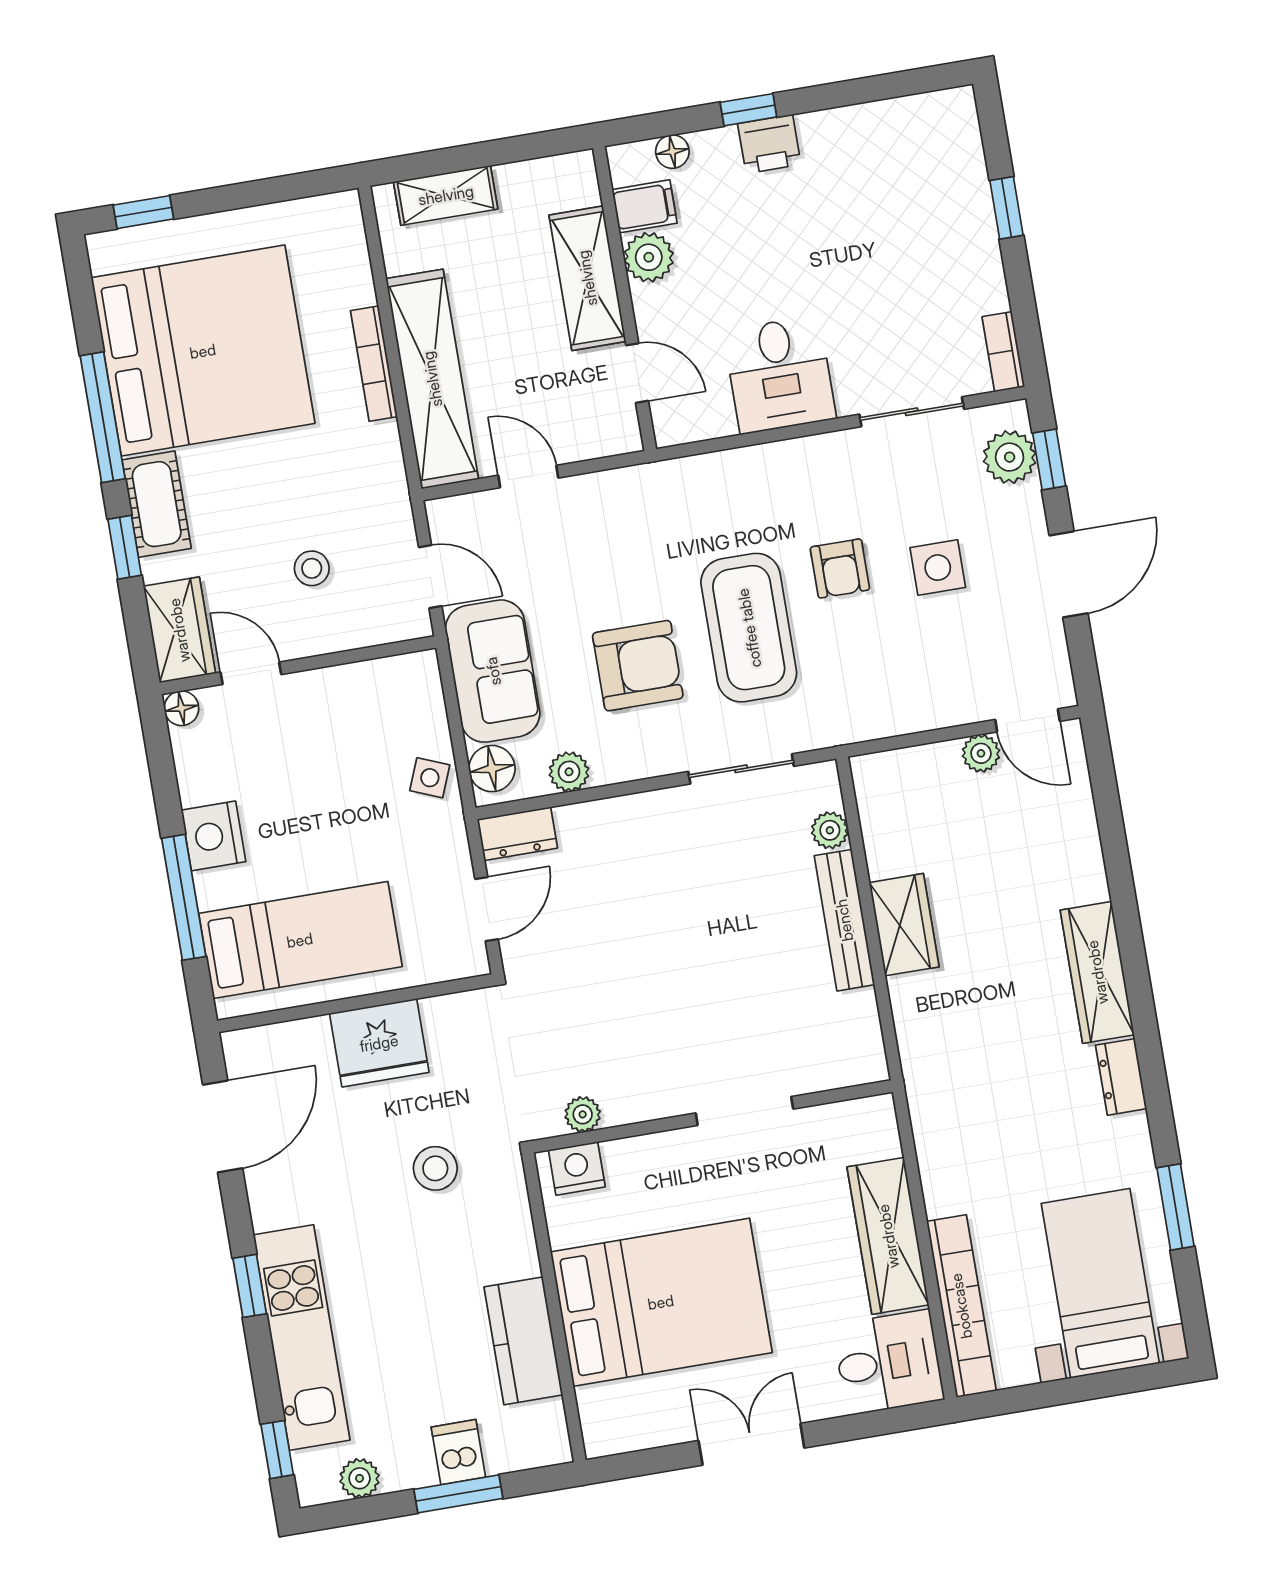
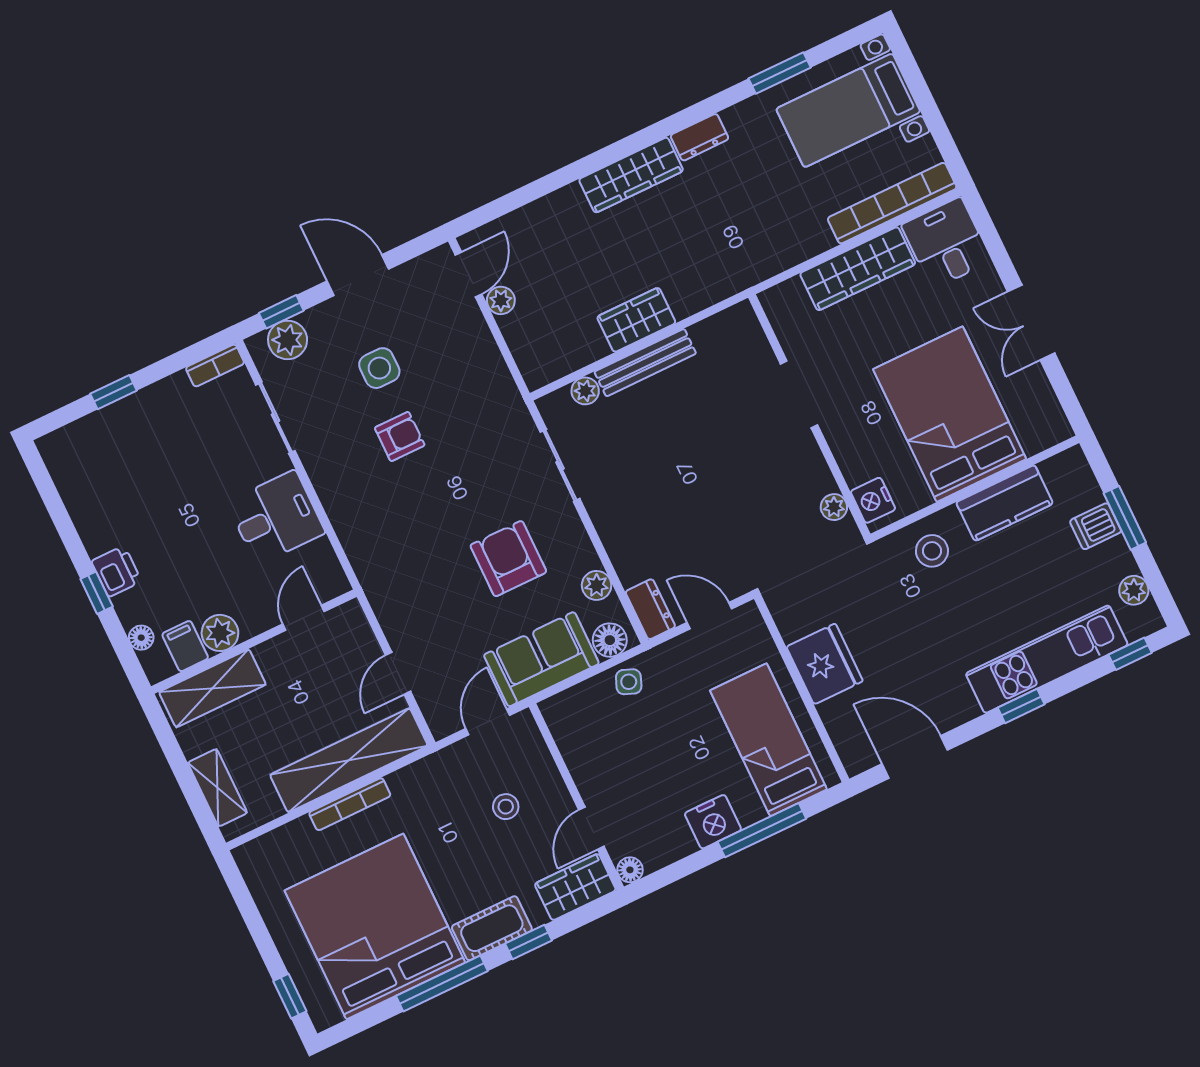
shelving: (587, 278) -> (212, 688), moved
coffee table: (749, 628) -> (459, 488), removed
stool: (435, 1168) -> (932, 551), moved

